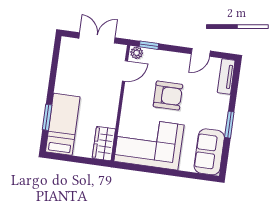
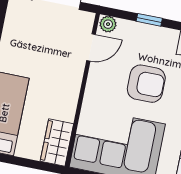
window: (149, 45) -> (149, 20), moved

